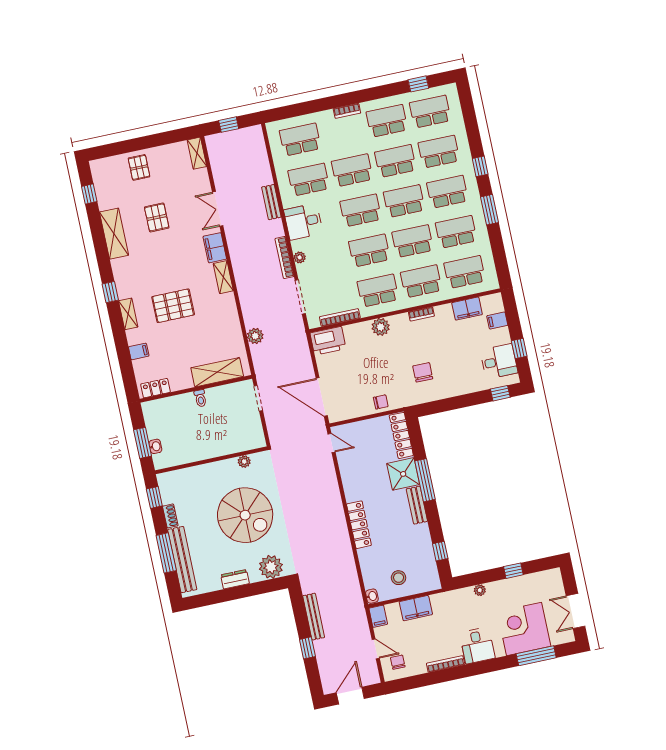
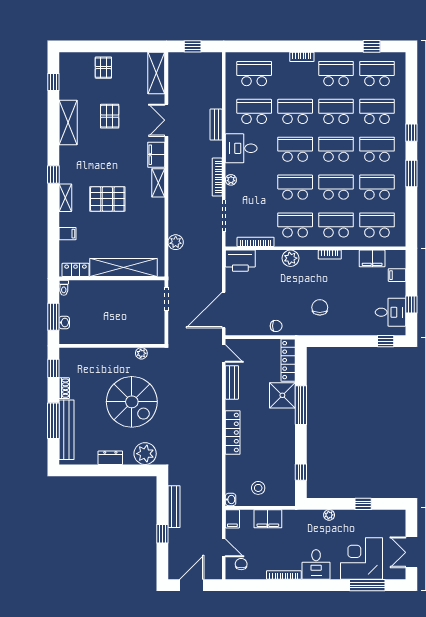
shelving: (197, 153) -> (156, 73), width x1.50, depth x1.33
shelving: (217, 372) -> (124, 267), width x1.47
door: (322, 397) -> (224, 310), hinge flipped
toilet: (200, 398) -> (64, 288), moved
bench: (417, 505) -> (232, 382), moved

